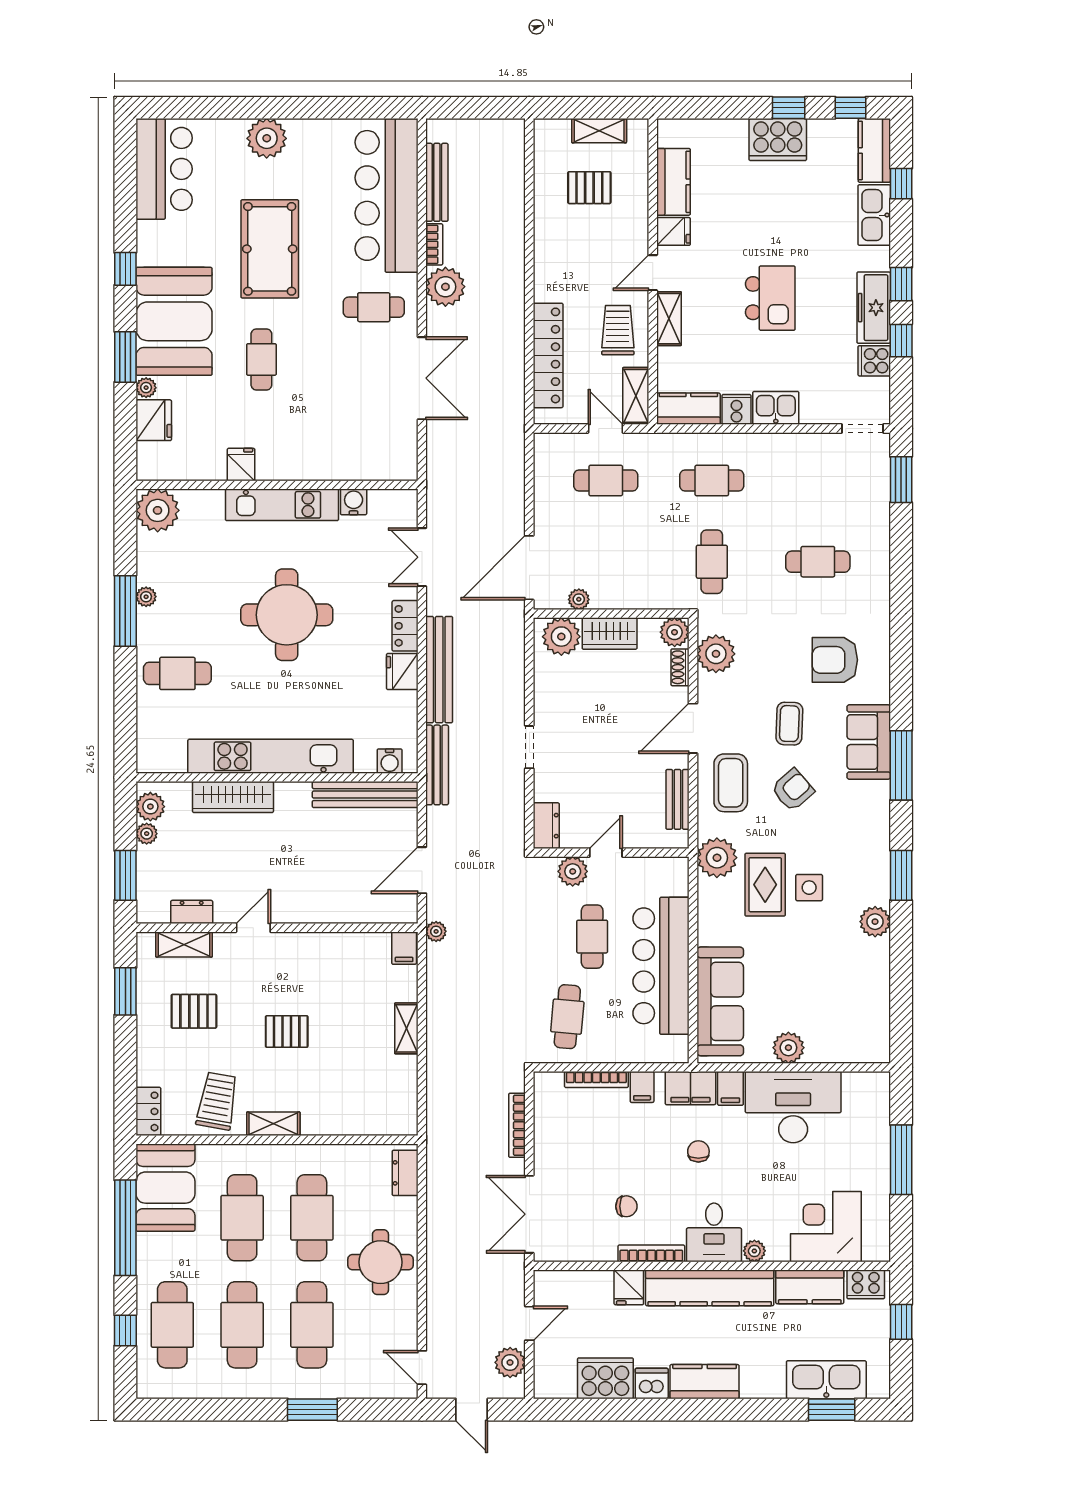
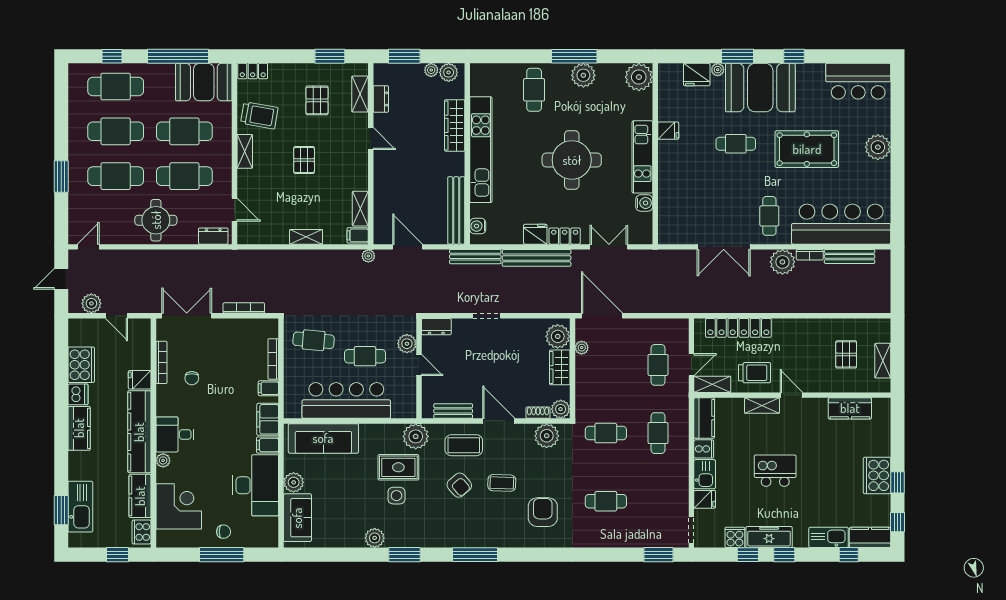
fridge: (673, 231) -> (705, 499), moved, turned -90
kitchen island: (770, 298) -> (775, 471), turned 180
cafe table: (818, 562) -> (606, 501), turned 90
plant: (146, 597) -> (583, 75), width x1.87, depth x1.87
sofa: (869, 742) -> (297, 518), moved, turned 90
shelving: (363, 944) -> (360, 209), added
door: (364, 1140) -> (234, 210), added
chair: (698, 1151) -> (224, 532), moved
bookcase: (651, 1253) -> (161, 362), moved

